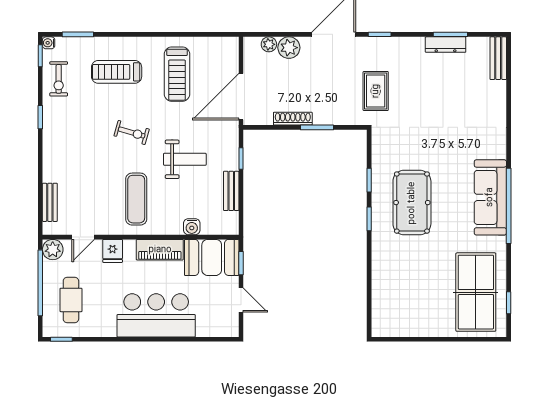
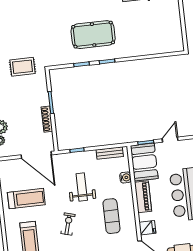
bench: (231, 191) -> (110, 153), moved
exercise mat: (136, 199) -> (111, 216), turned 90

